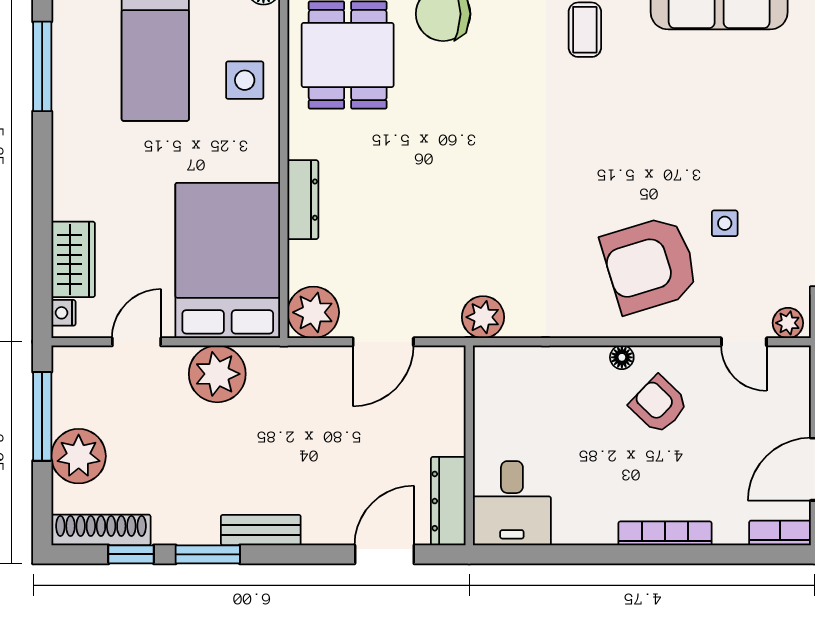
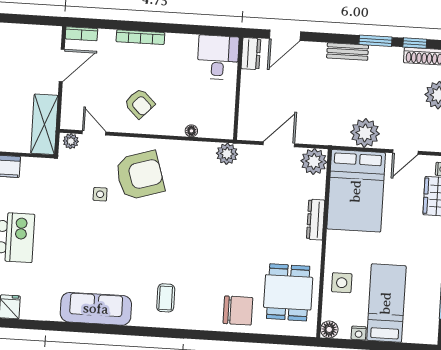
floor lamp: (622, 357) -> (191, 131), moved
dresser: (448, 501) -> (251, 54), width x0.70

